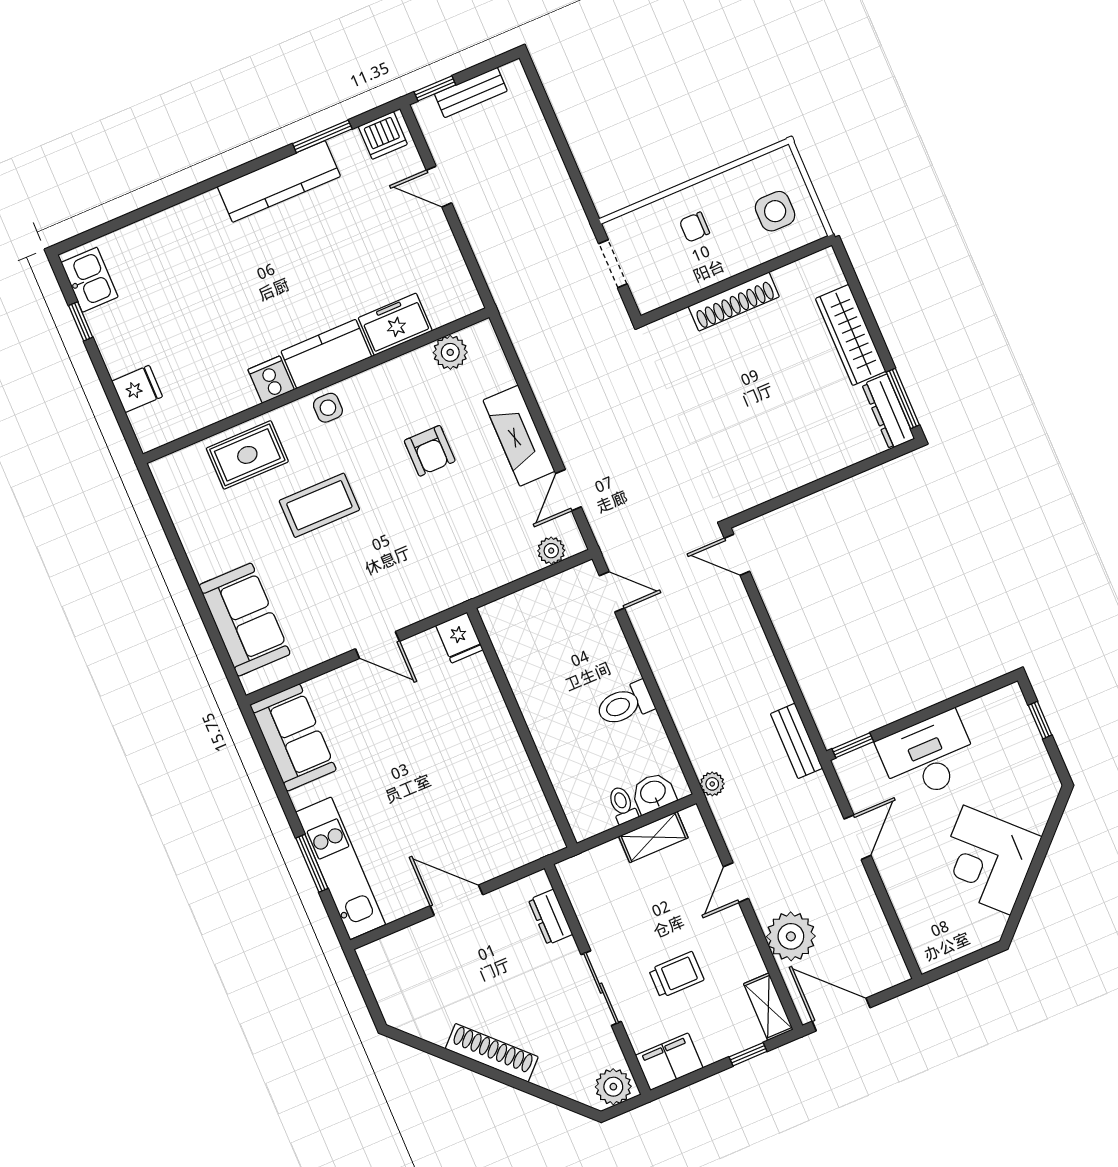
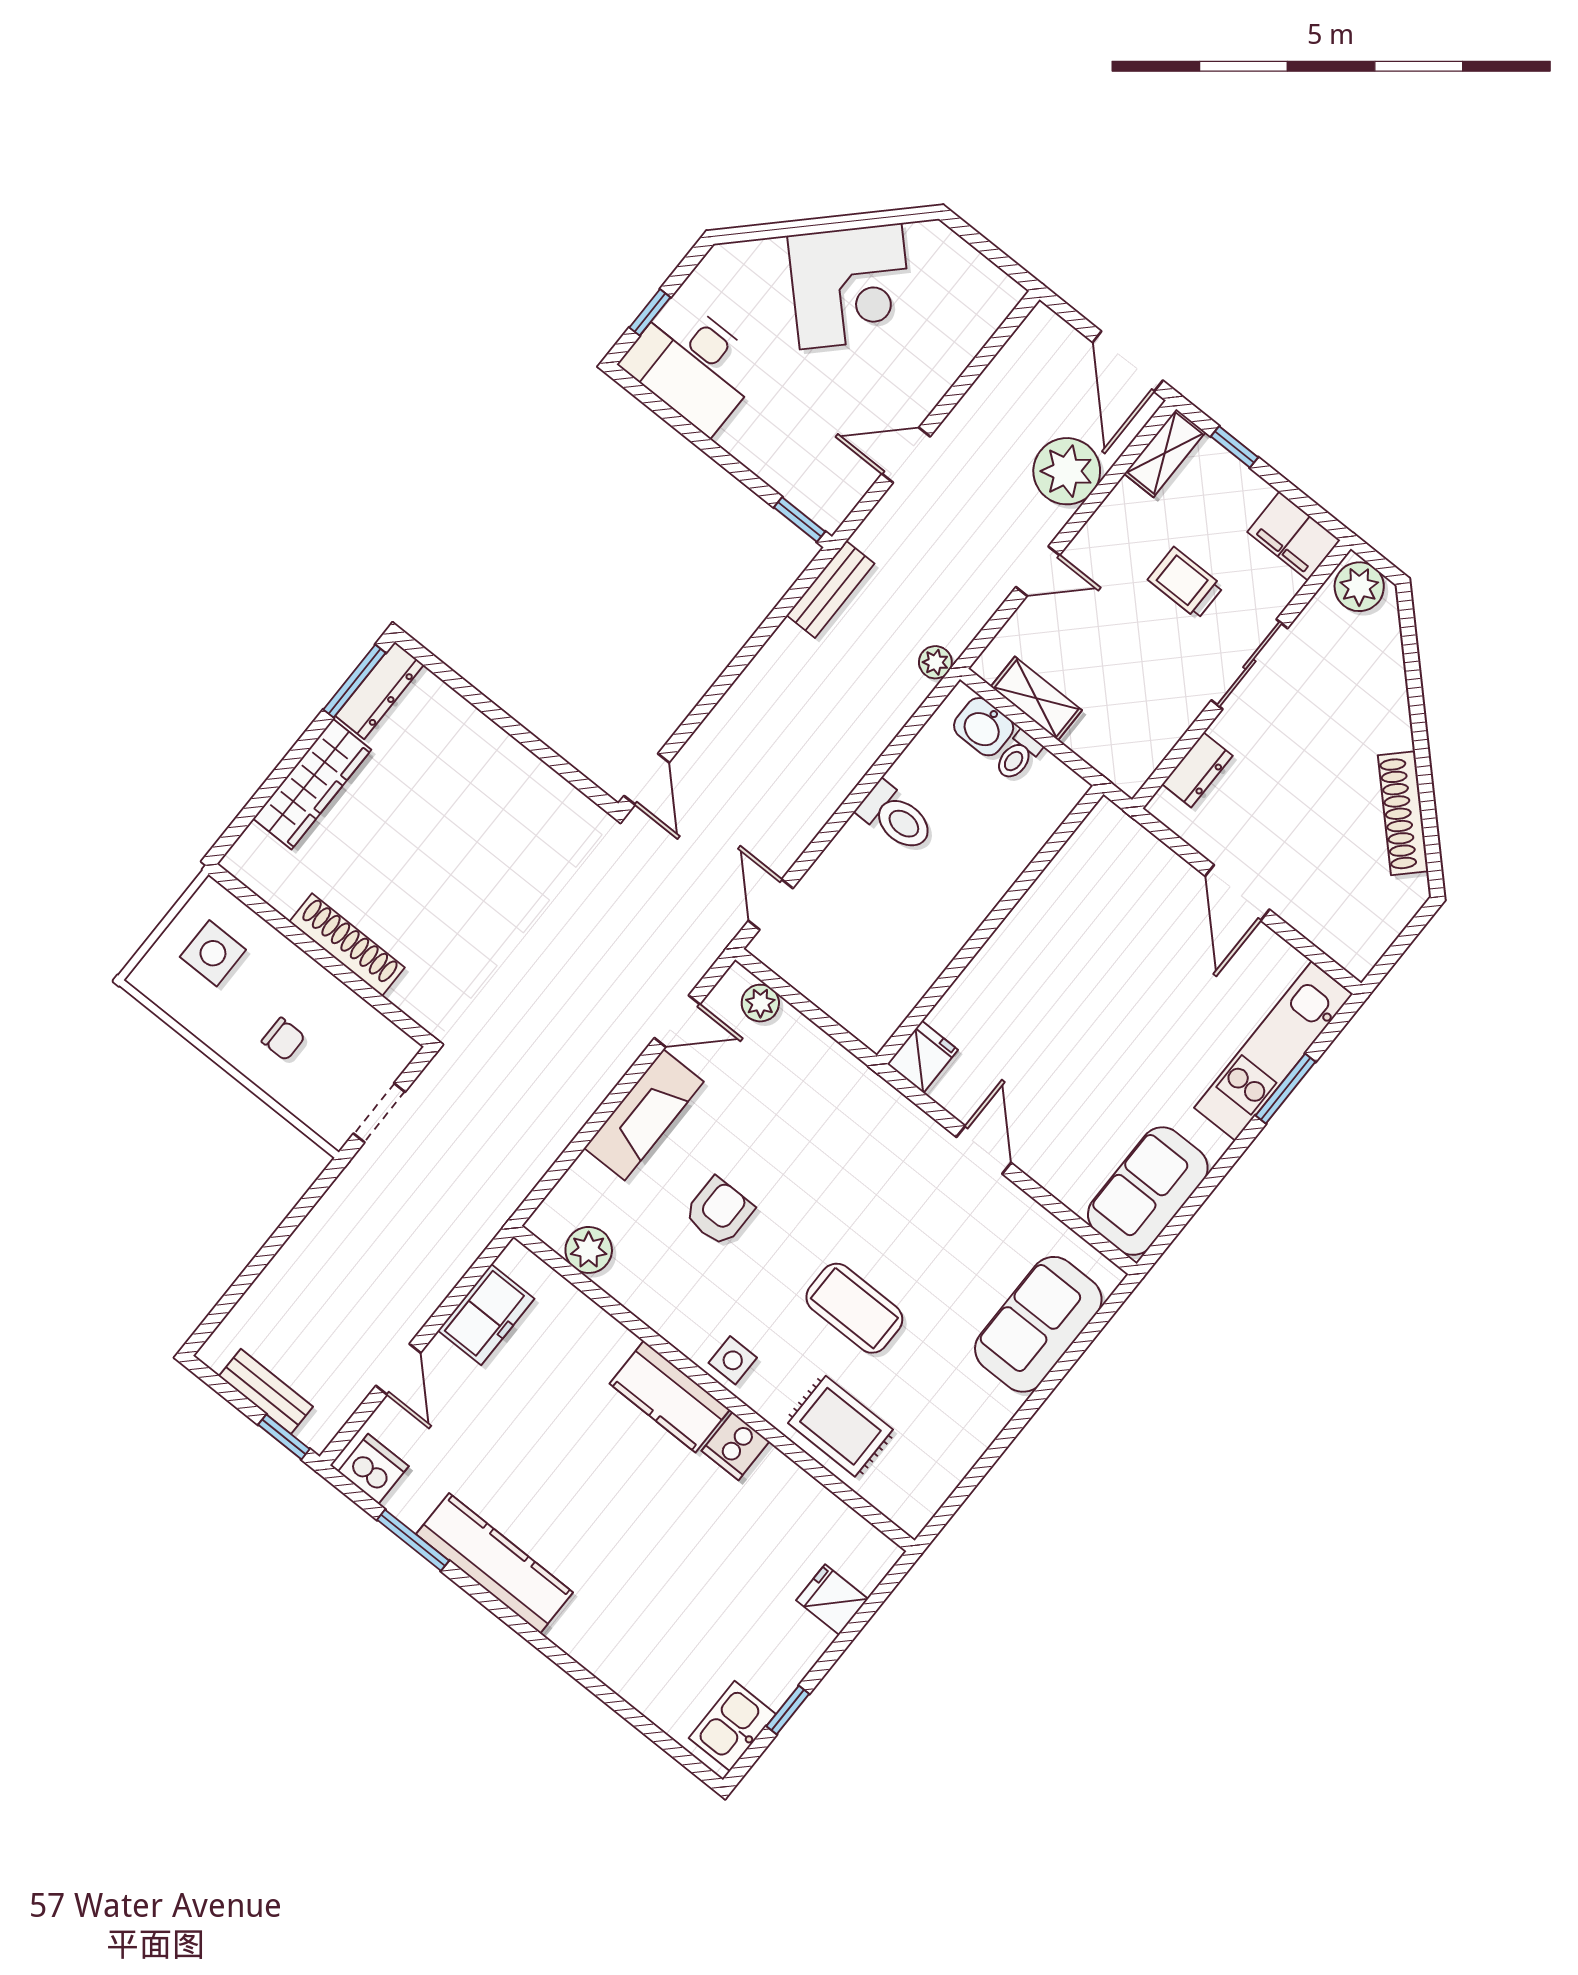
freezer: (395, 324) -> (486, 1315), moved, turned -90
desk: (928, 756) -> (693, 365), moved
shoe rack: (492, 1053) -> (1403, 813), moved

